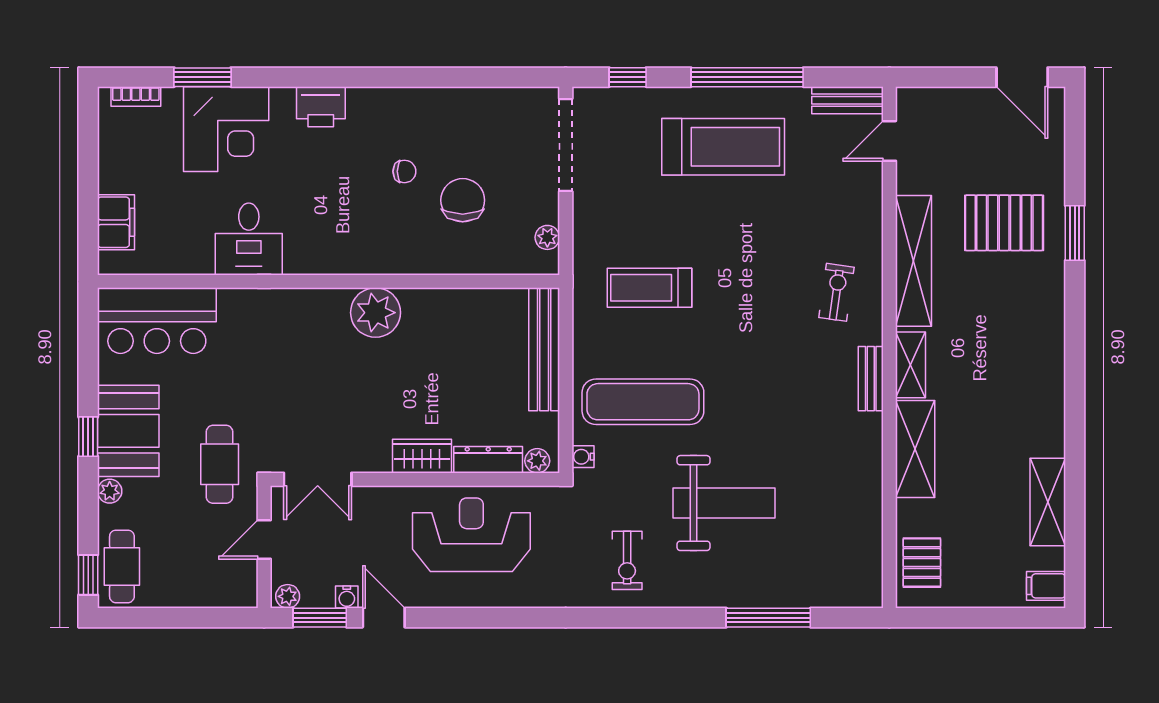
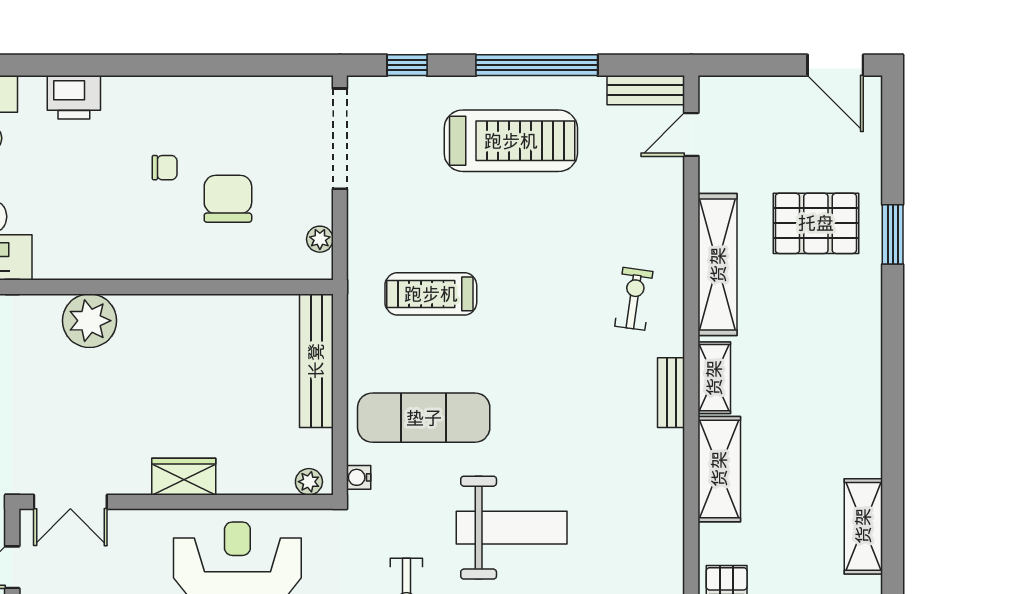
plant: (376, 313) -> (90, 321), moved
dresser: (488, 460) -> (256, 481), removed

